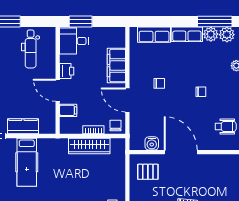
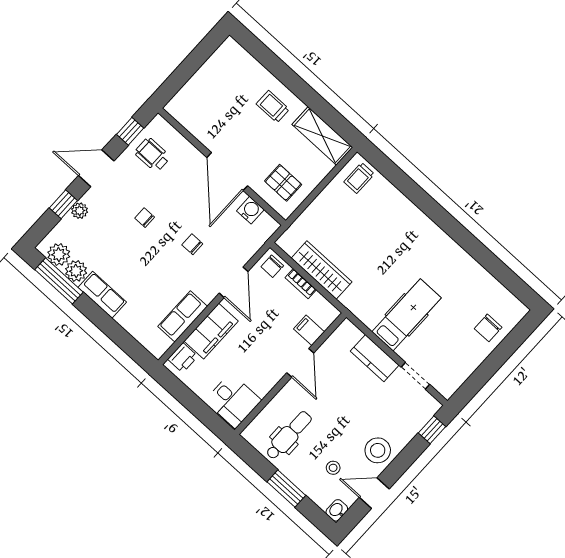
window: (81, 21) -> (206, 415), removed
row of seats: (154, 35) -> (183, 316), moved, turned -90
printer: (67, 71) -> (183, 358), moved, turned 180
chair: (159, 83) -> (192, 244), moved

